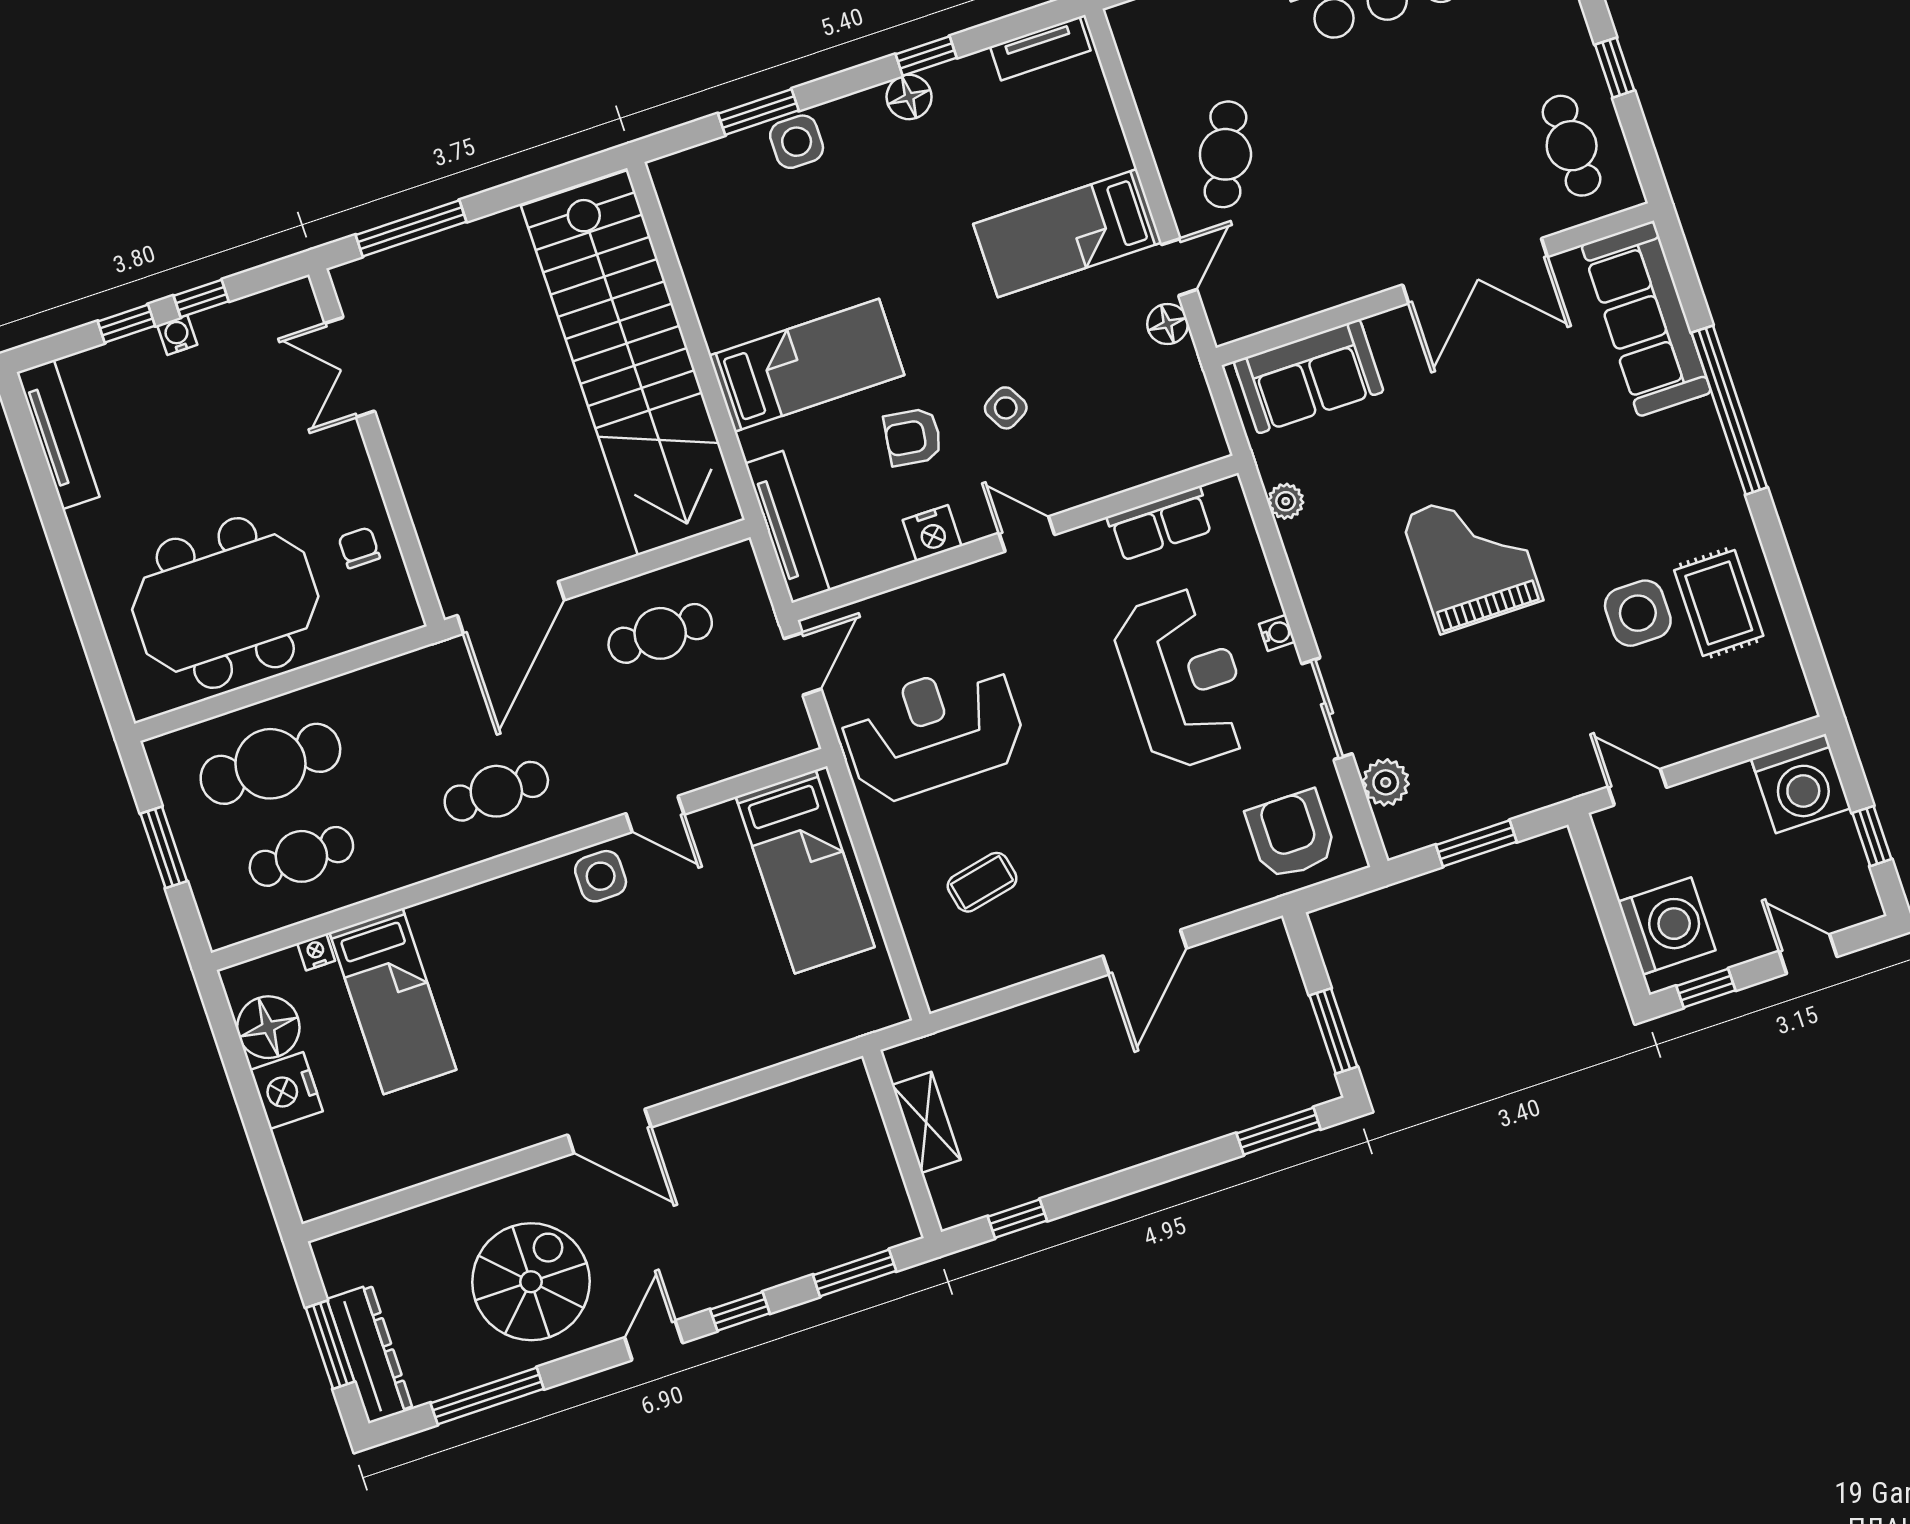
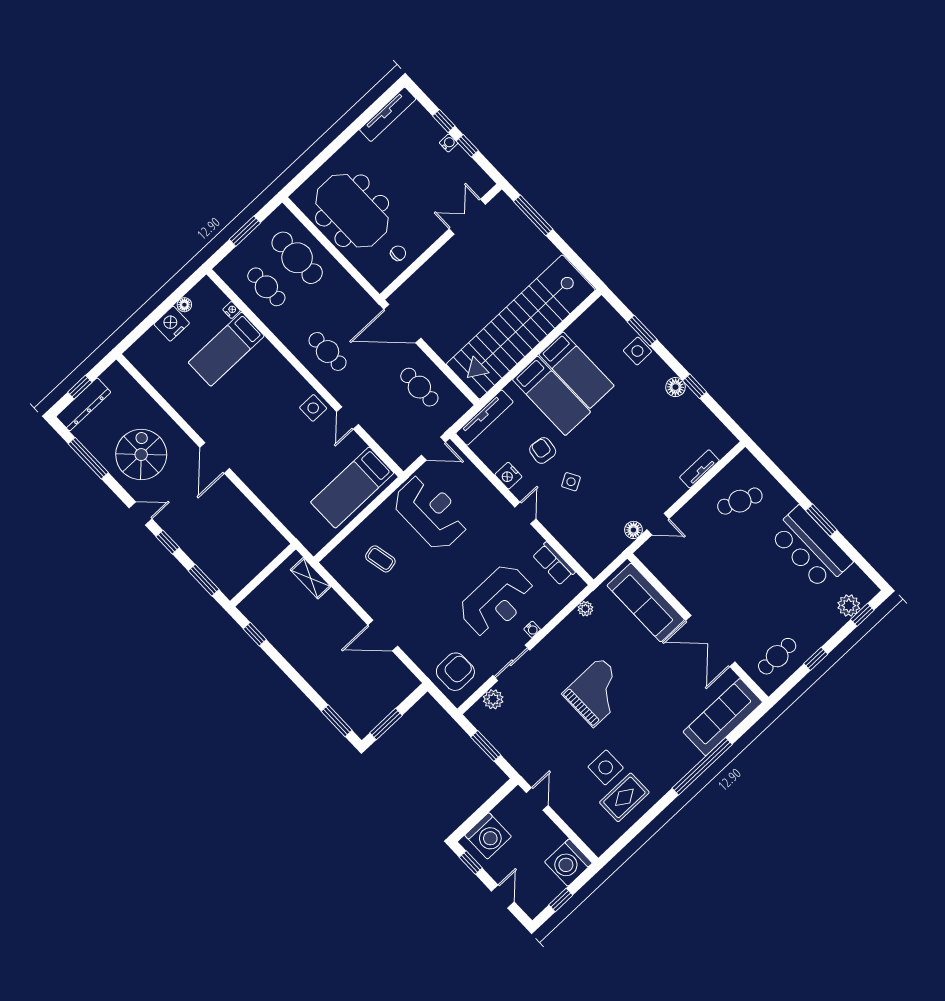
tv unit: (1040, 49) -> (699, 469), moved, turned 90
cafe table: (1225, 154) -> (740, 501), moved
bed: (1067, 233) -> (577, 370), moved, turned 180
sofa: (1309, 376) -> (646, 603), width x1.36
floor lamp: (268, 1027) -> (184, 305), width x0.53, depth x0.53
shelving: (926, 1122) -> (311, 578), moved, turned 90
spiral stairs: (531, 1282) -> (141, 455), turned -90
window: (330, 1345) -> (80, 387), width x0.67

